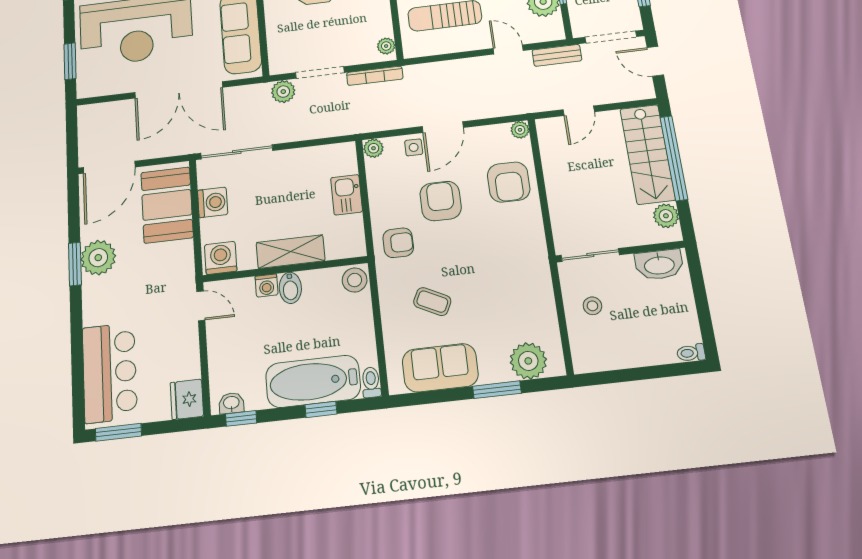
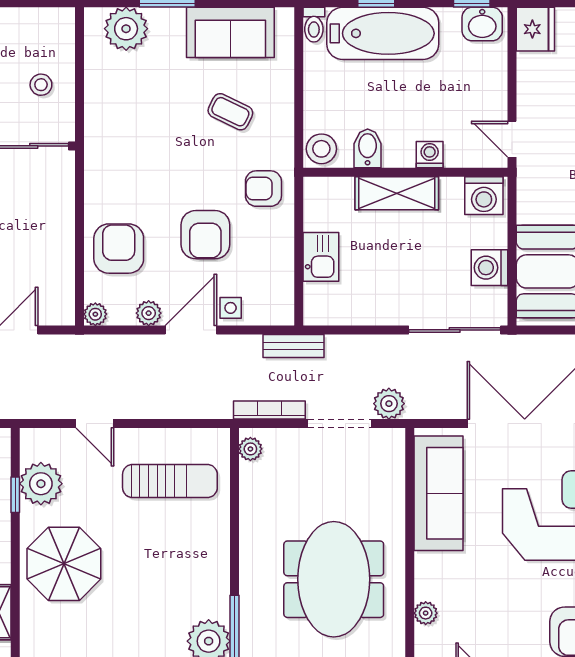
bench: (557, 55) -> (293, 346), moved
plant: (373, 148) -> (149, 313), moved
bidet: (290, 288) -> (368, 148), moved
washbasin: (231, 403) -> (482, 24), width x1.38, depth x1.45

